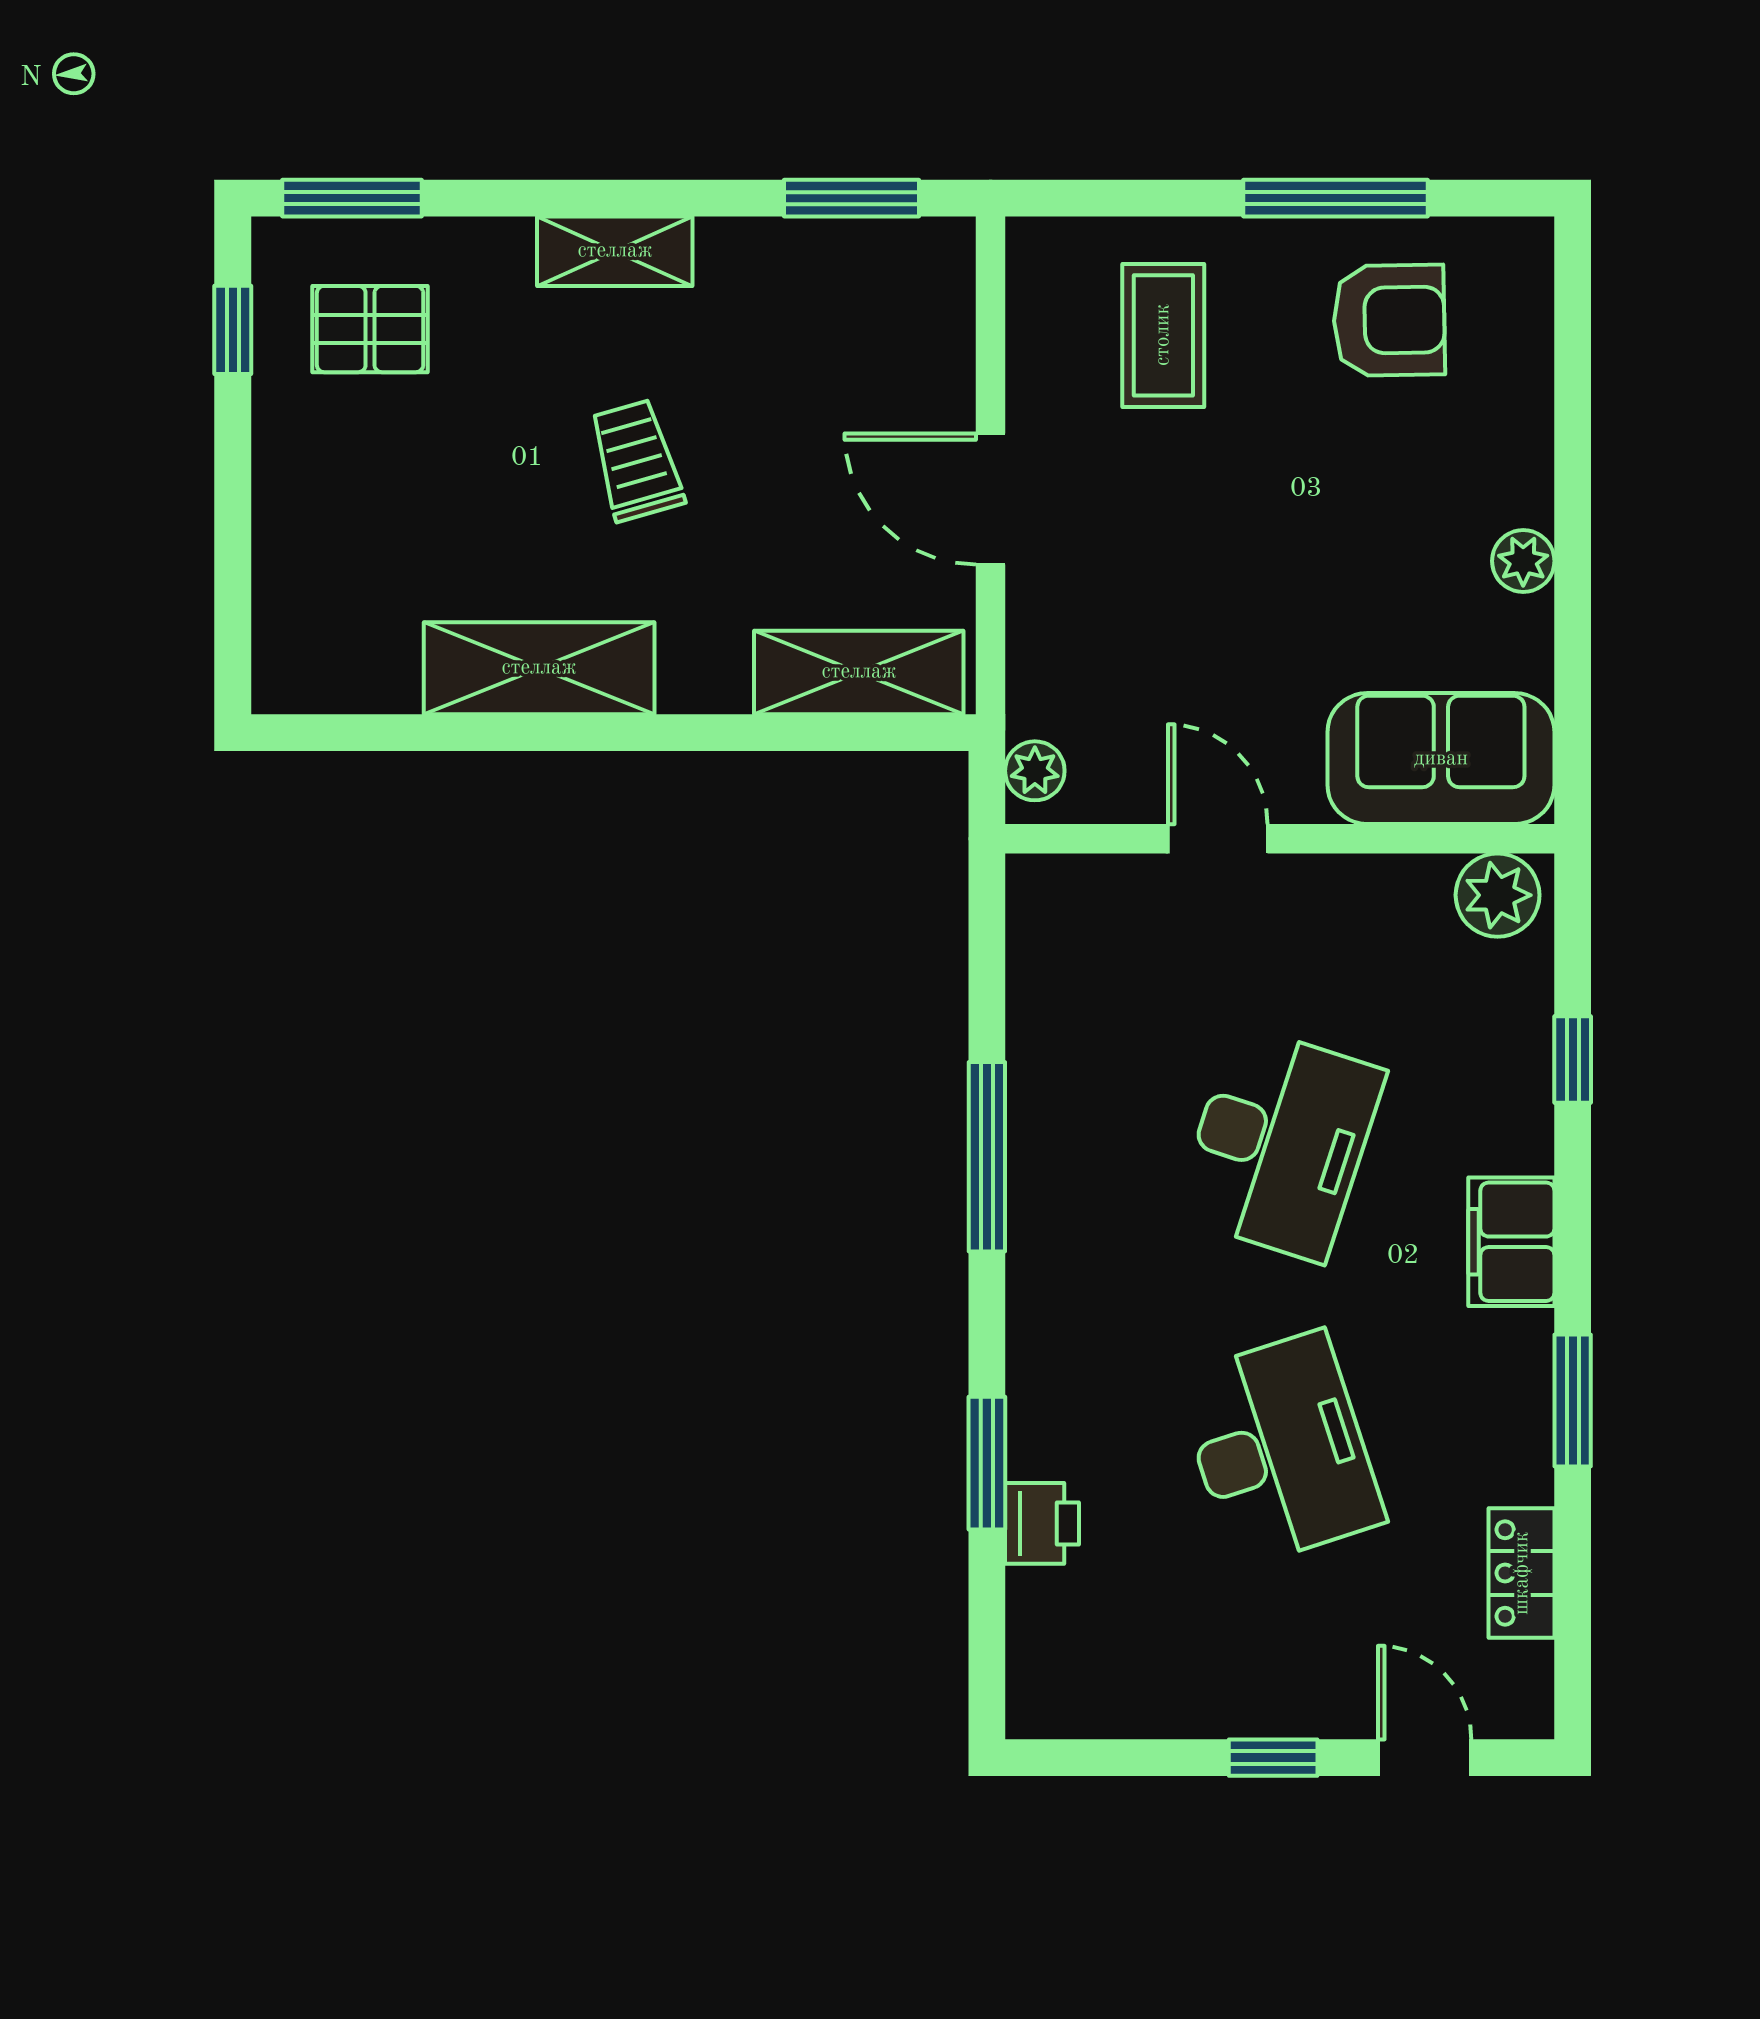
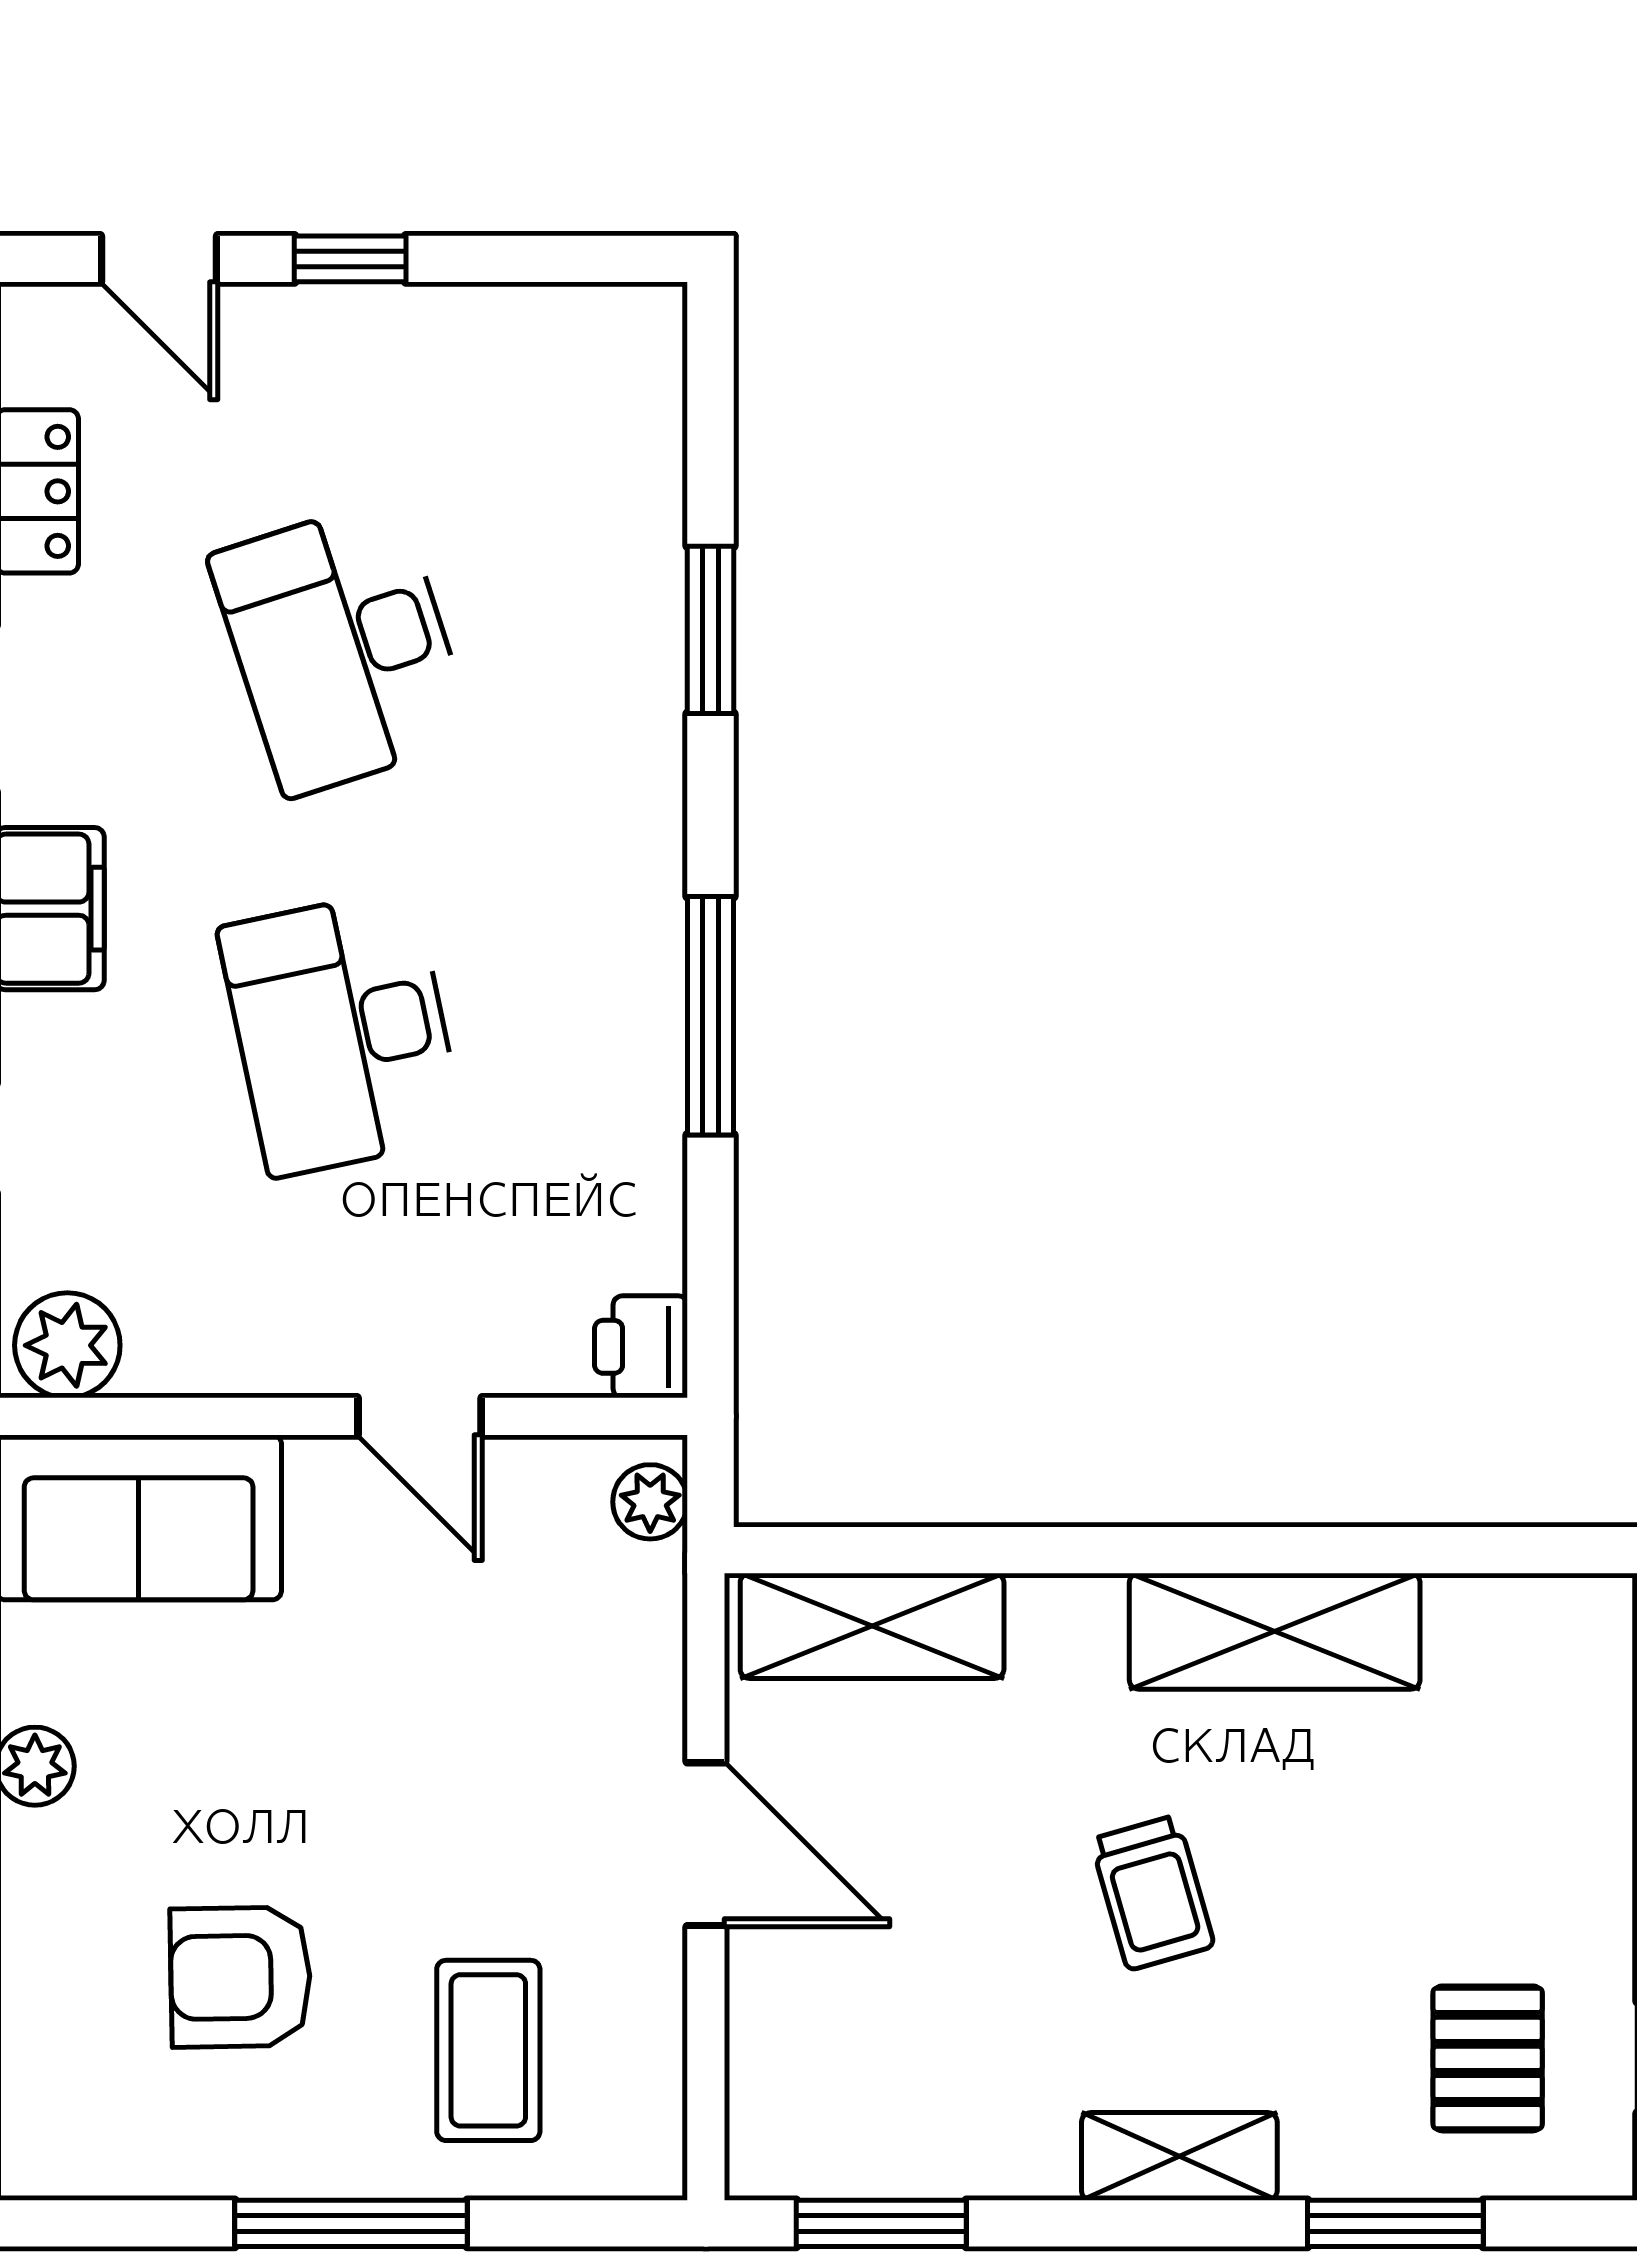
window: (352, 198) -> (1395, 2223), moved
window: (1336, 198) -> (351, 2223), moved
armchair: (1389, 320) -> (240, 1977), moved
pallet: (370, 329) -> (1488, 2058), turned 90
desk: (1280, 1143) -> (342, 1033), turned -30
printer: (1042, 1523) -> (641, 1347), moved

